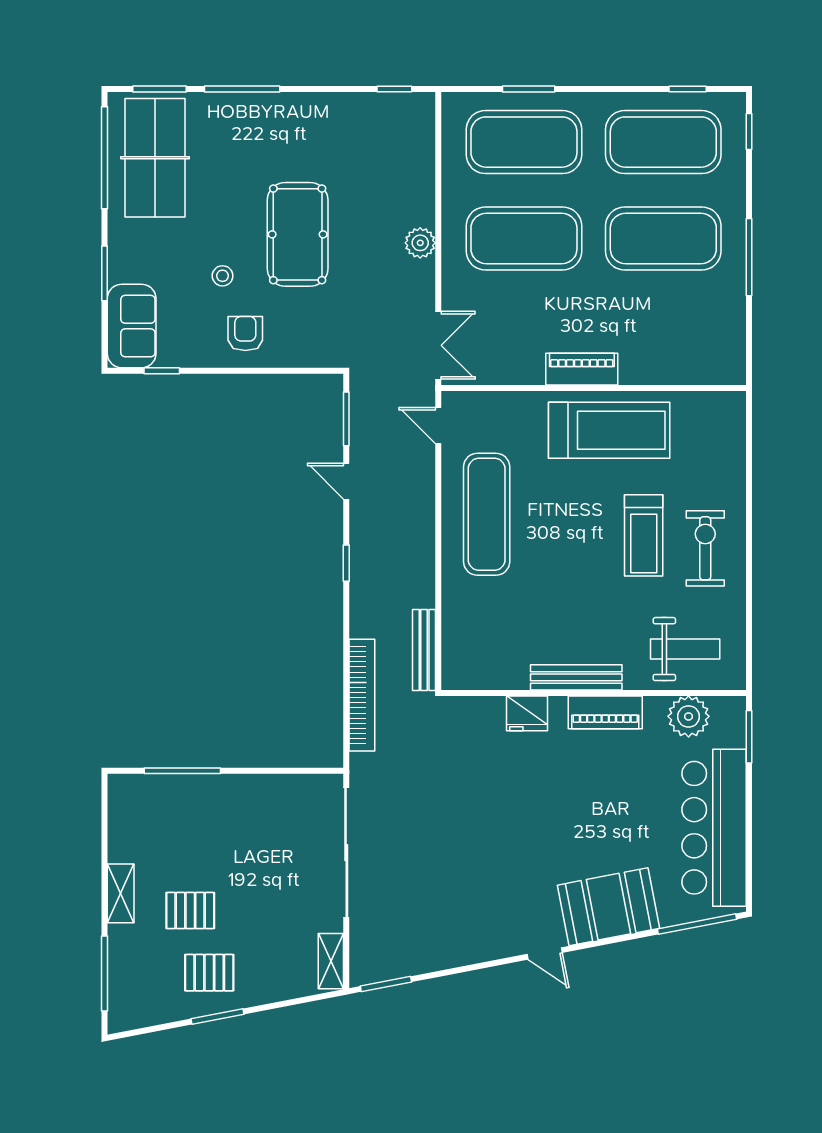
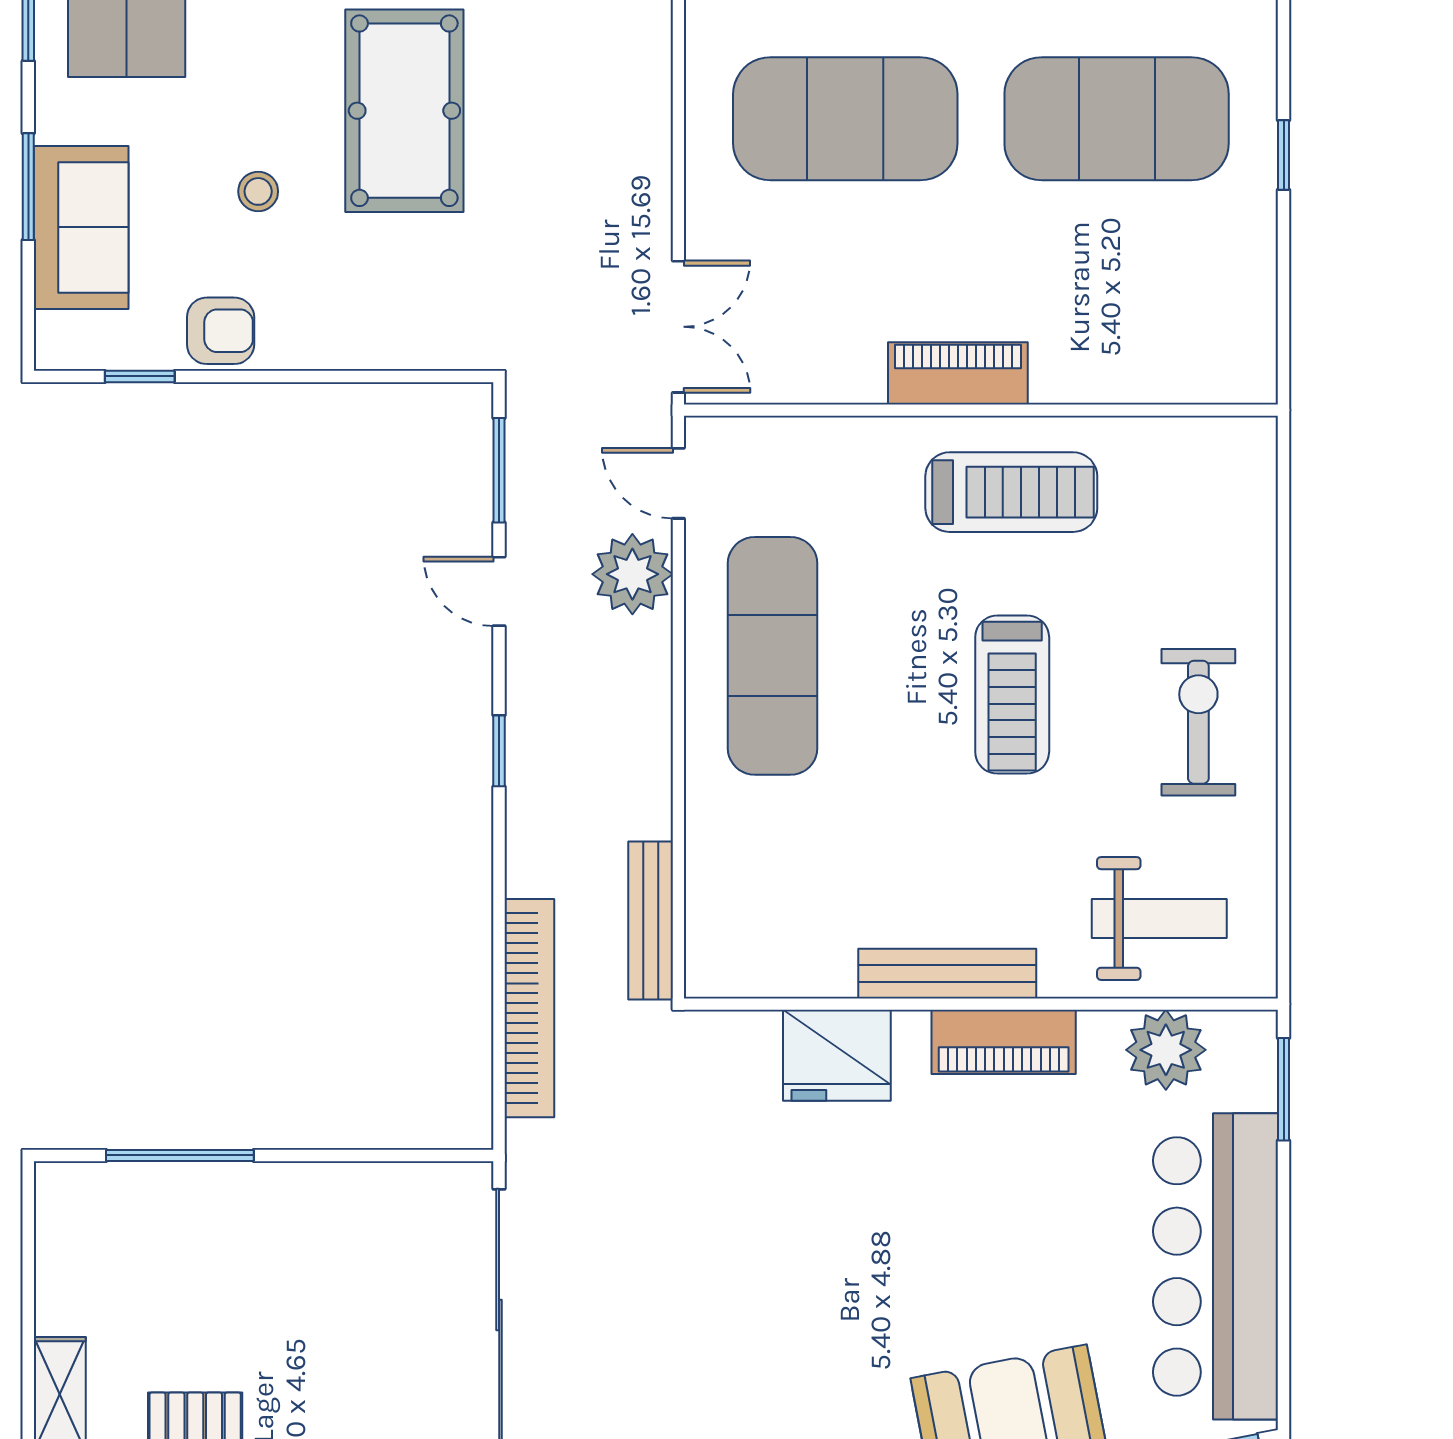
plant: (420, 243) -> (632, 574), moved, width x1.36, depth x1.36
window: (749, 257) -> (1284, 155), width x0.46
sofa: (132, 326) -> (81, 227), moved
armchair: (245, 334) -> (221, 331), moved, turned 90
treadmill: (609, 430) -> (1011, 492), width x0.73, depth x0.73
treadmill: (644, 535) -> (1012, 695), moved
fridge: (527, 713) -> (837, 1055), width x1.36, depth x1.34

